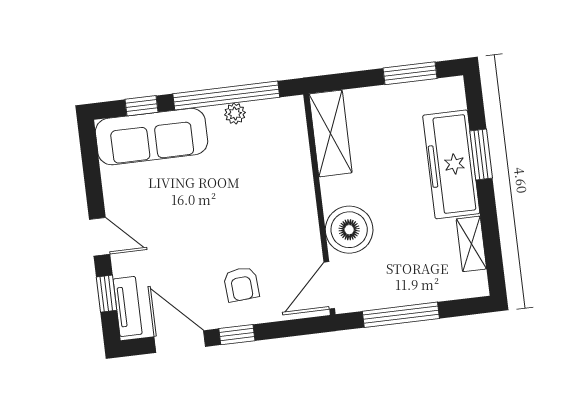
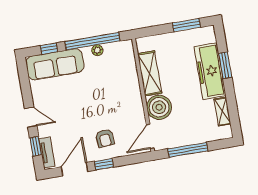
shelving: (330, 133) -> (150, 73), moved
door: (180, 342) -> (75, 169), hinge flipped

